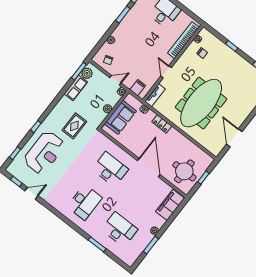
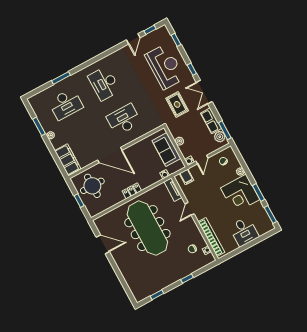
corner desk: (131, 31) -> (240, 194), added
door: (166, 72) -> (190, 209), swing flipped
double door: (52, 106) -> (204, 92), added
locker: (162, 124) -> (132, 191), moved
reception desk: (44, 153) -> (165, 67), turned 180
desk: (110, 169) -> (124, 120), turned 180

